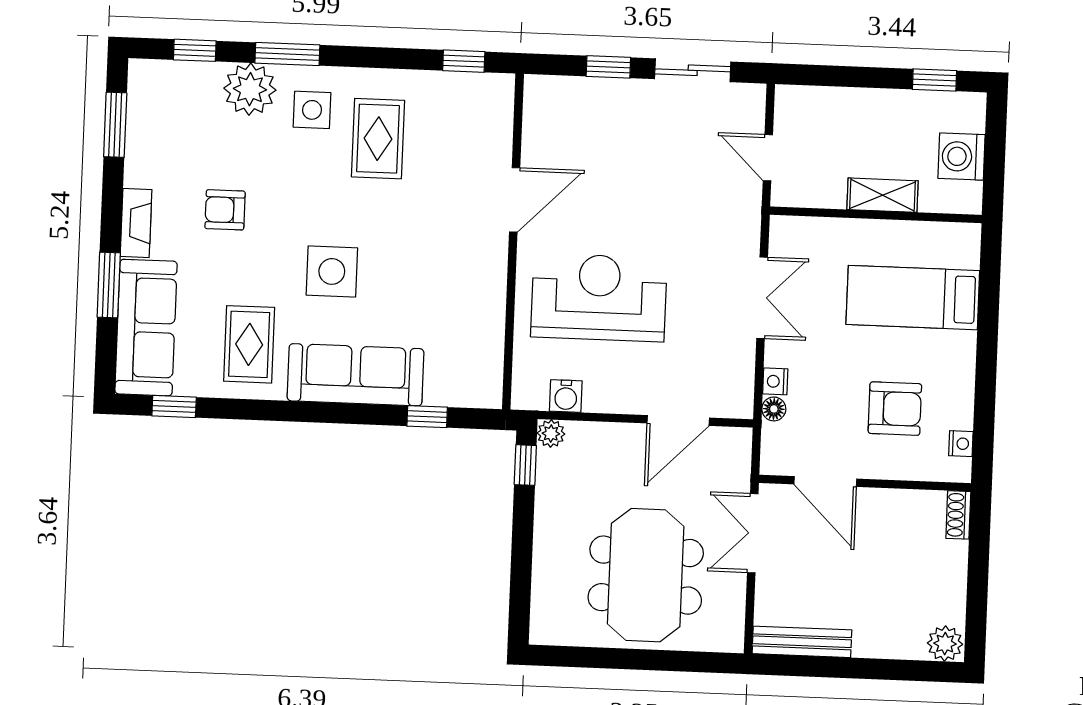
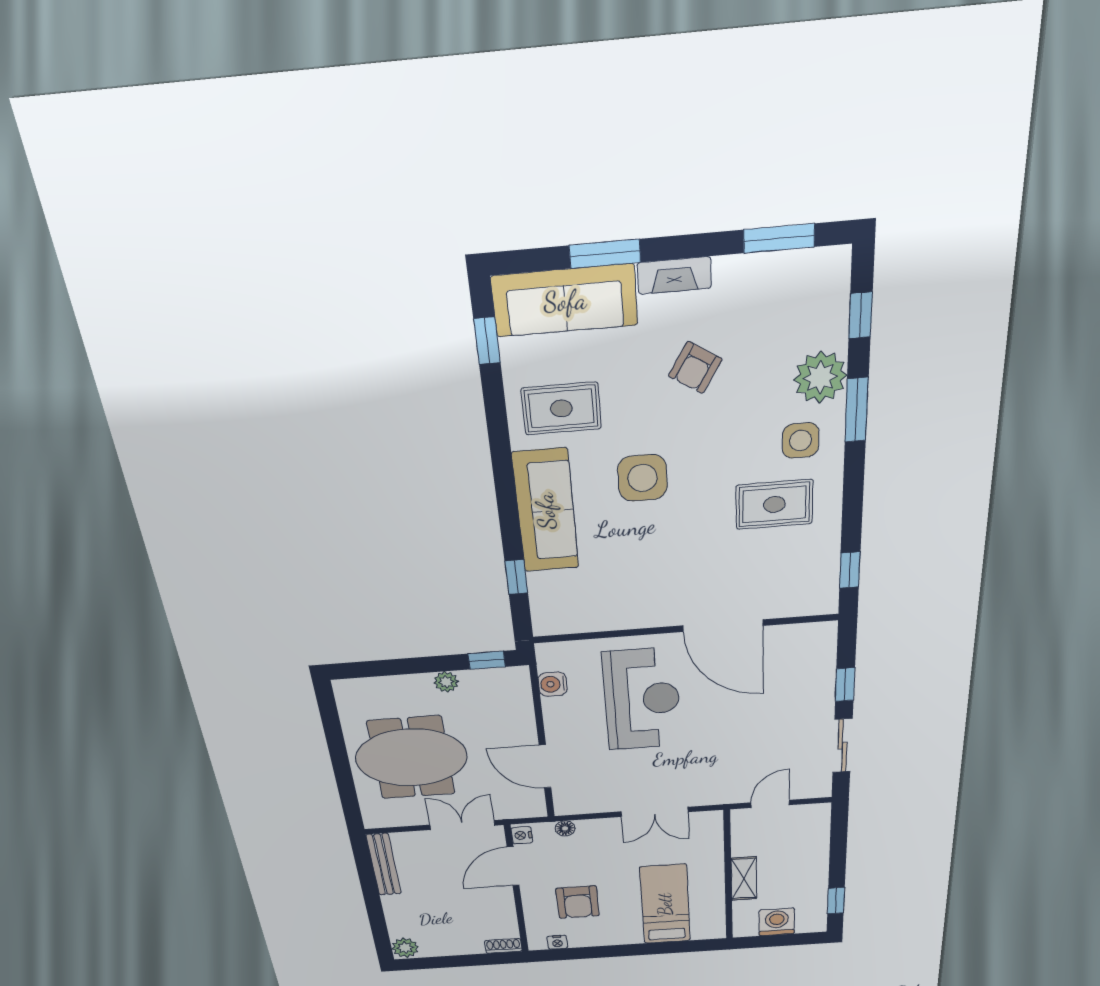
door: (515, 200) -> (723, 626), width x1.36
armchair: (225, 210) -> (695, 368), turned -148
nightstand: (775, 381) -> (522, 835), moved, turned -90
plant: (551, 434) -> (446, 682), moved

